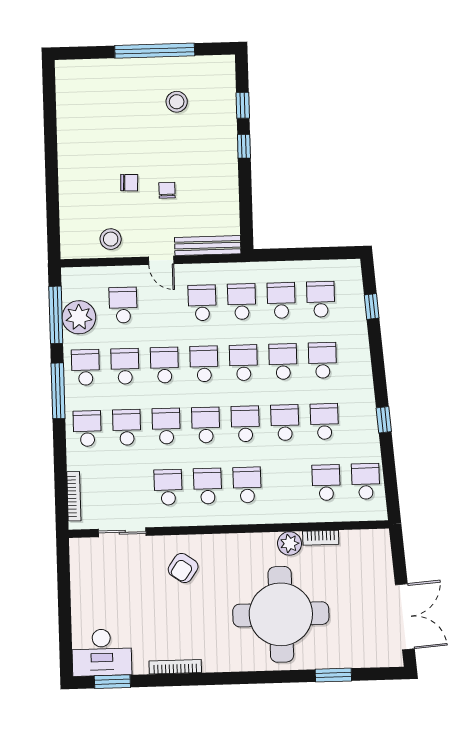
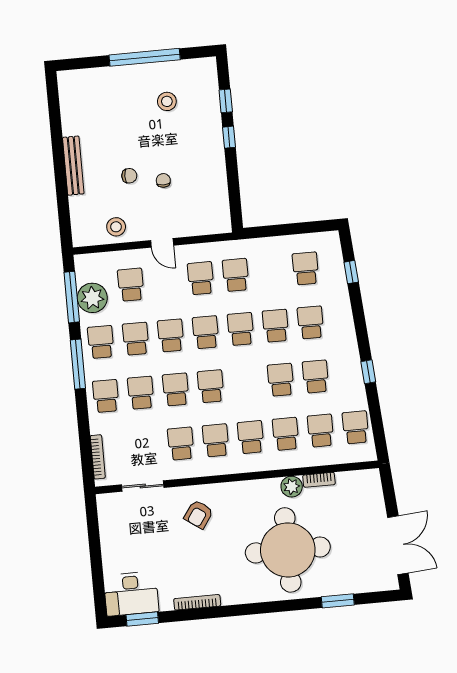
bench: (208, 246) -> (73, 166), moved, turned 90
school desk: (281, 300) -> (271, 272), removed
school desk: (245, 424) -> (286, 434), moved

